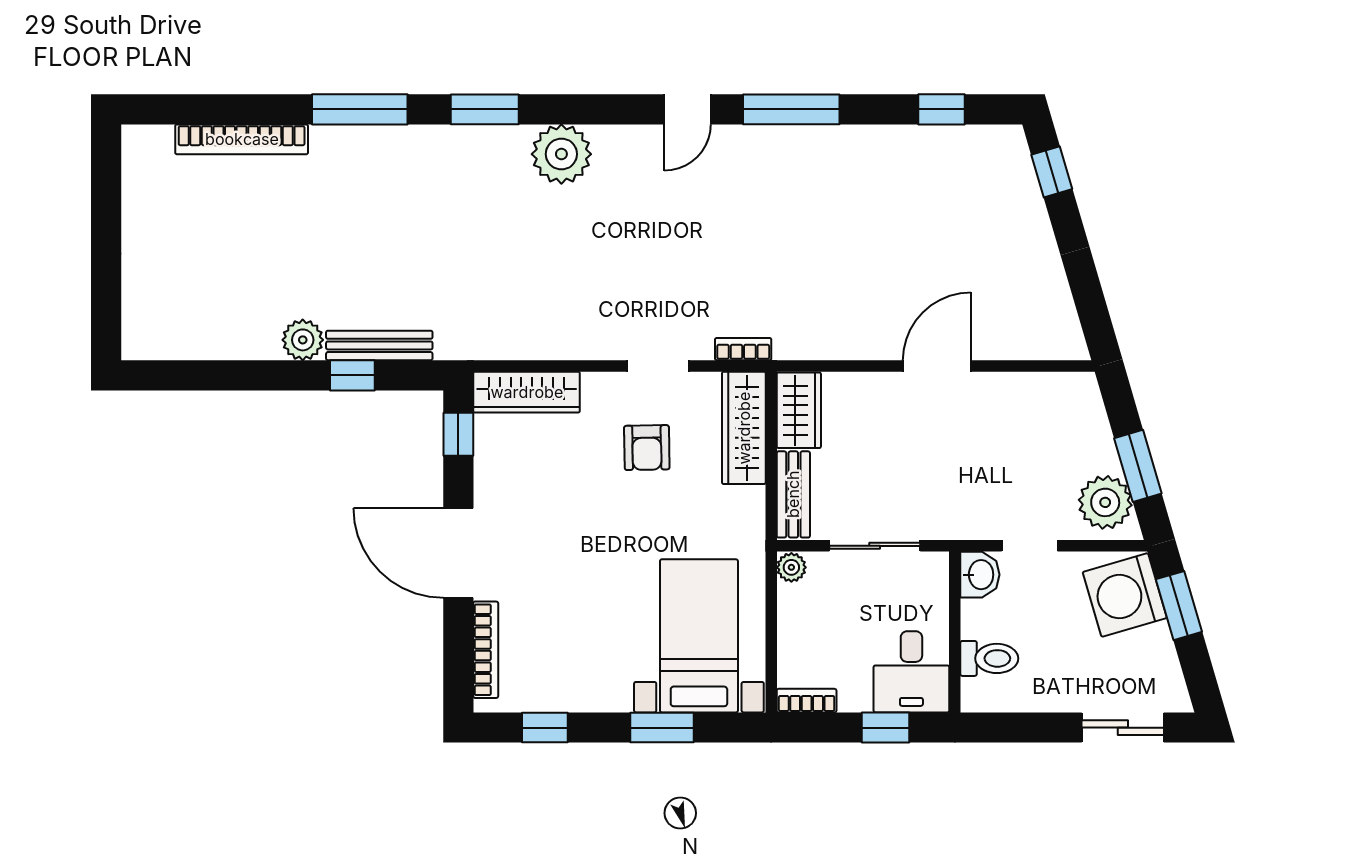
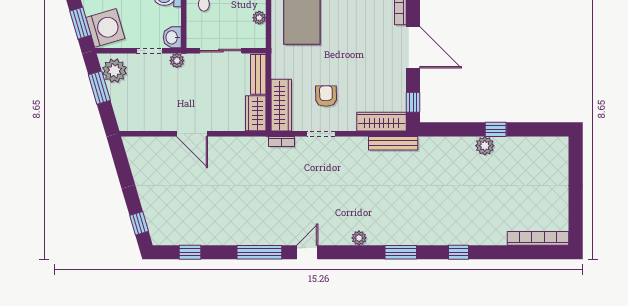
window: (360, 109) -> (459, 252), width x0.46
bookcase: (242, 139) -> (538, 238), moved
plant: (561, 154) -> (359, 238), width x0.53, depth x0.53
bench: (379, 345) -> (393, 143), moved
door: (937, 366) -> (192, 134), hinge flipped
window: (352, 375) -> (496, 129), moved
plant: (970, 524) -> (177, 61), added
plant: (791, 567) -> (259, 18), moved

